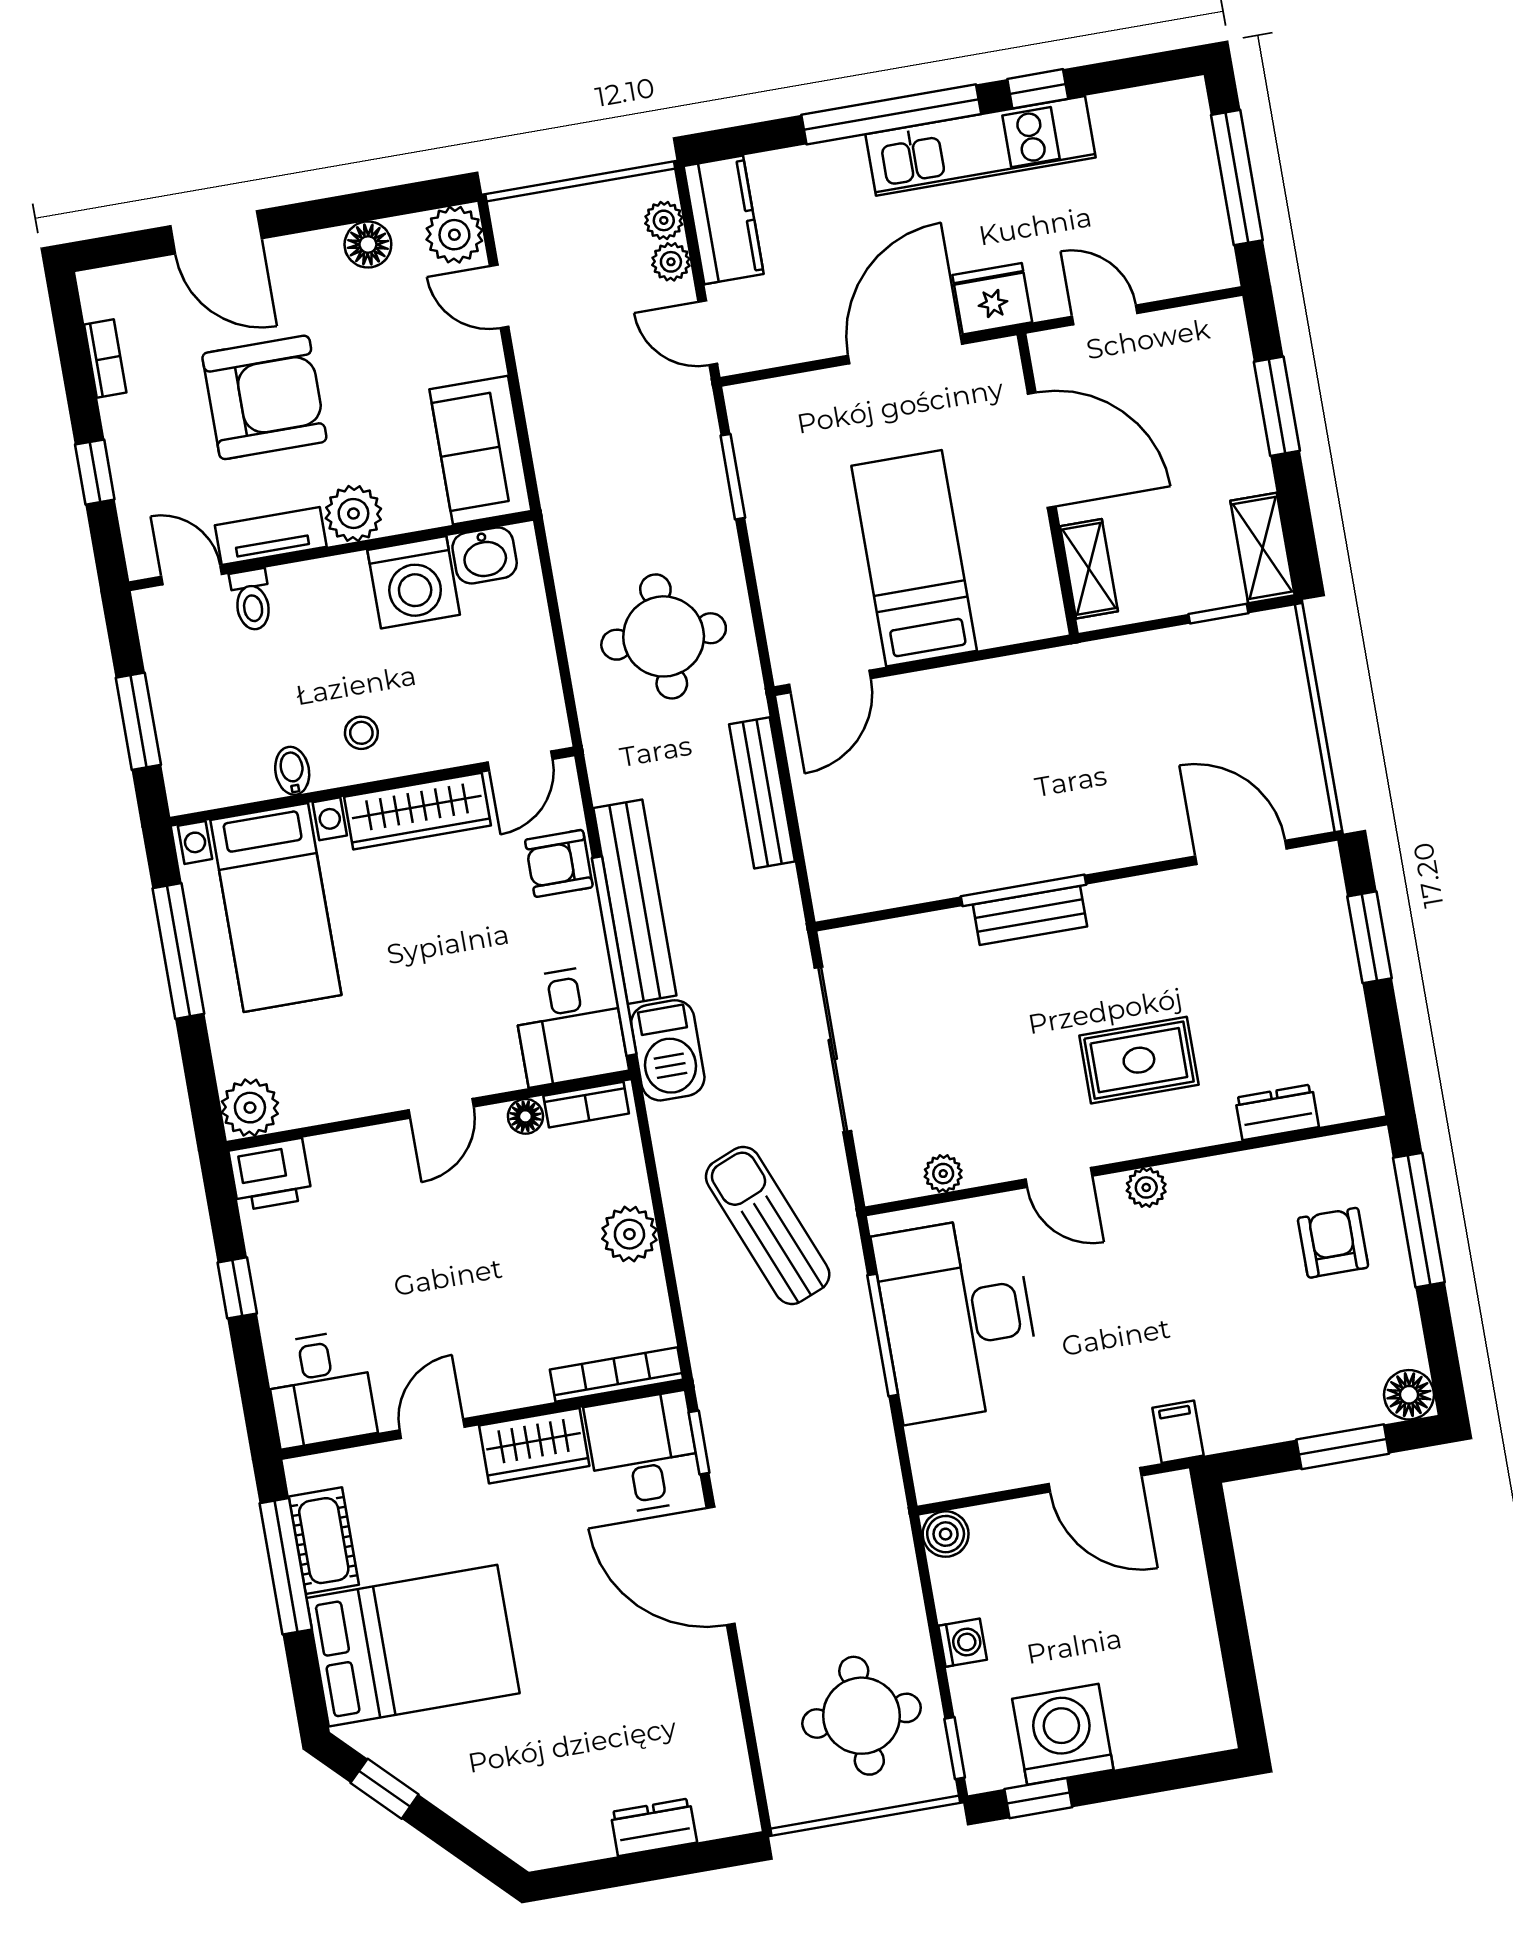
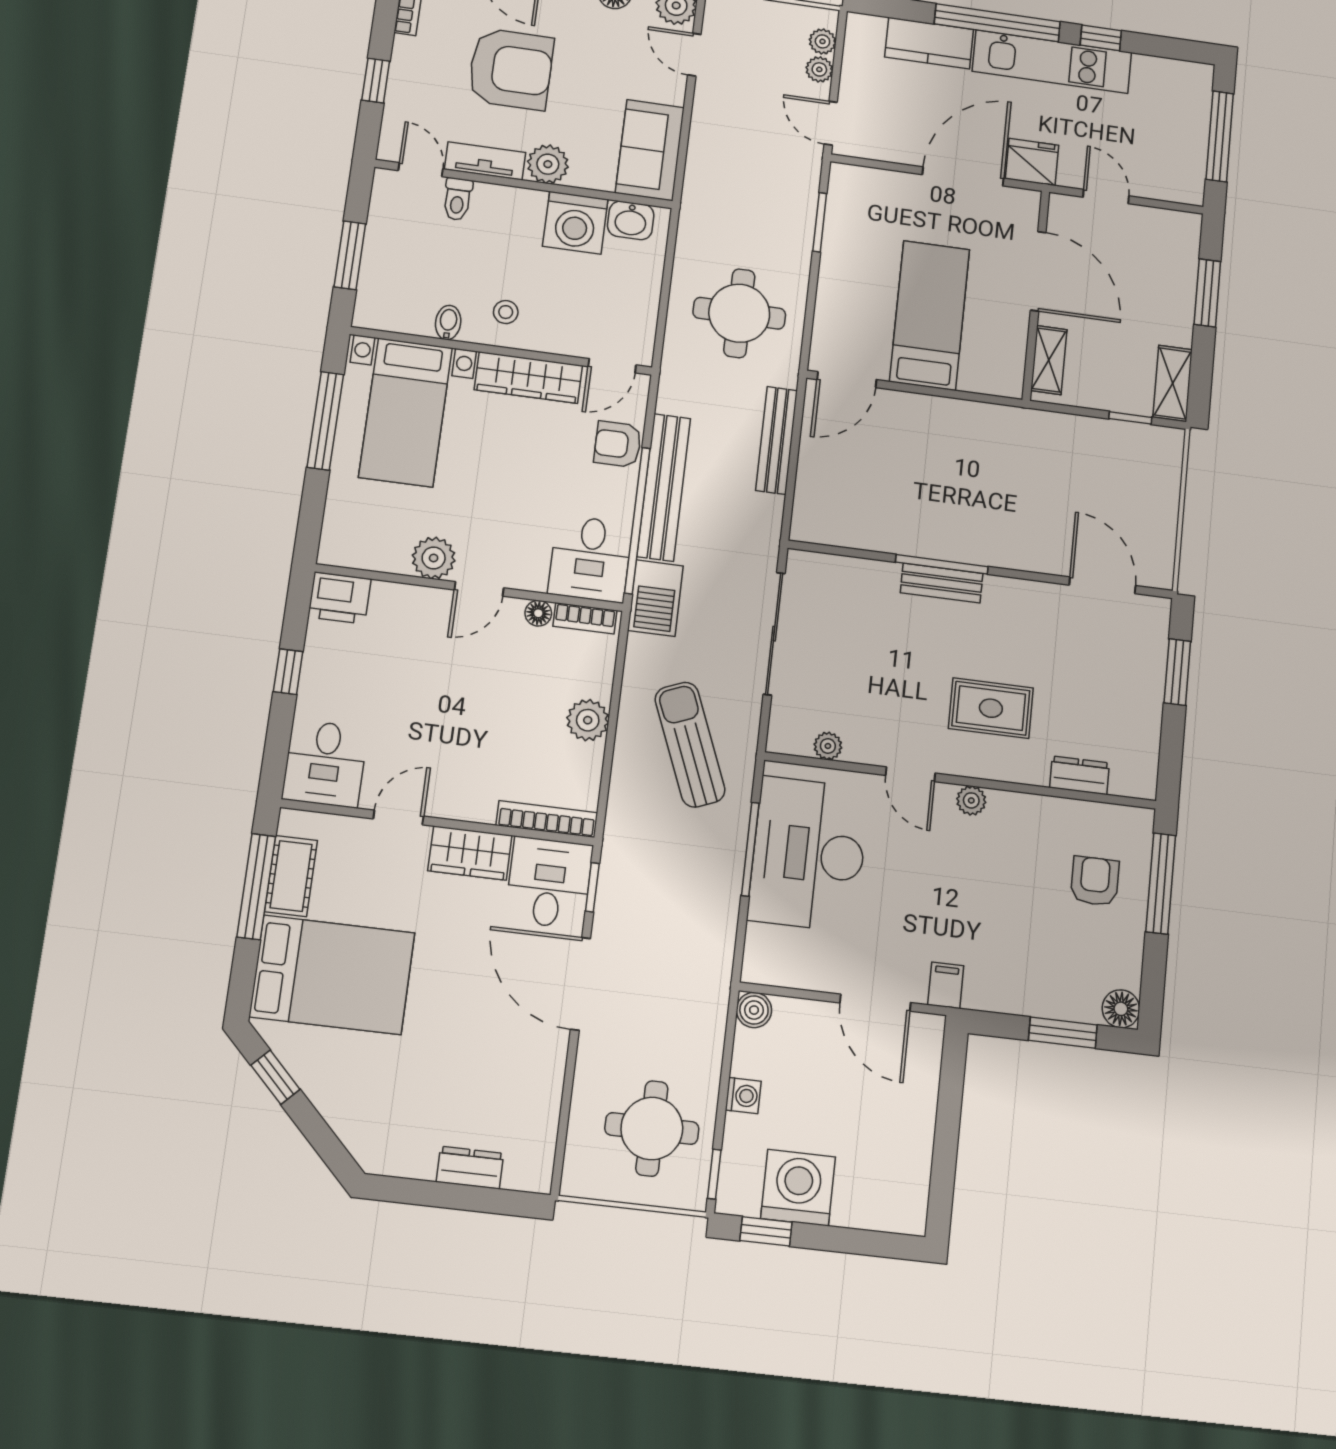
kitchen counter: (724, 220) -> (929, 43), moved, turned 90
plant: (250, 1108) -> (434, 558), moved

